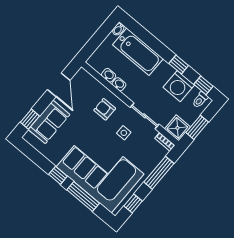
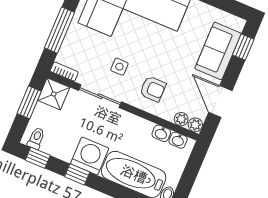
plant: (82, 74) -> (195, 125), added
plant: (91, 81) -> (181, 119), added
washbasin: (119, 84) -> (178, 140), moved
washing machine: (179, 86) -> (90, 156), moved

